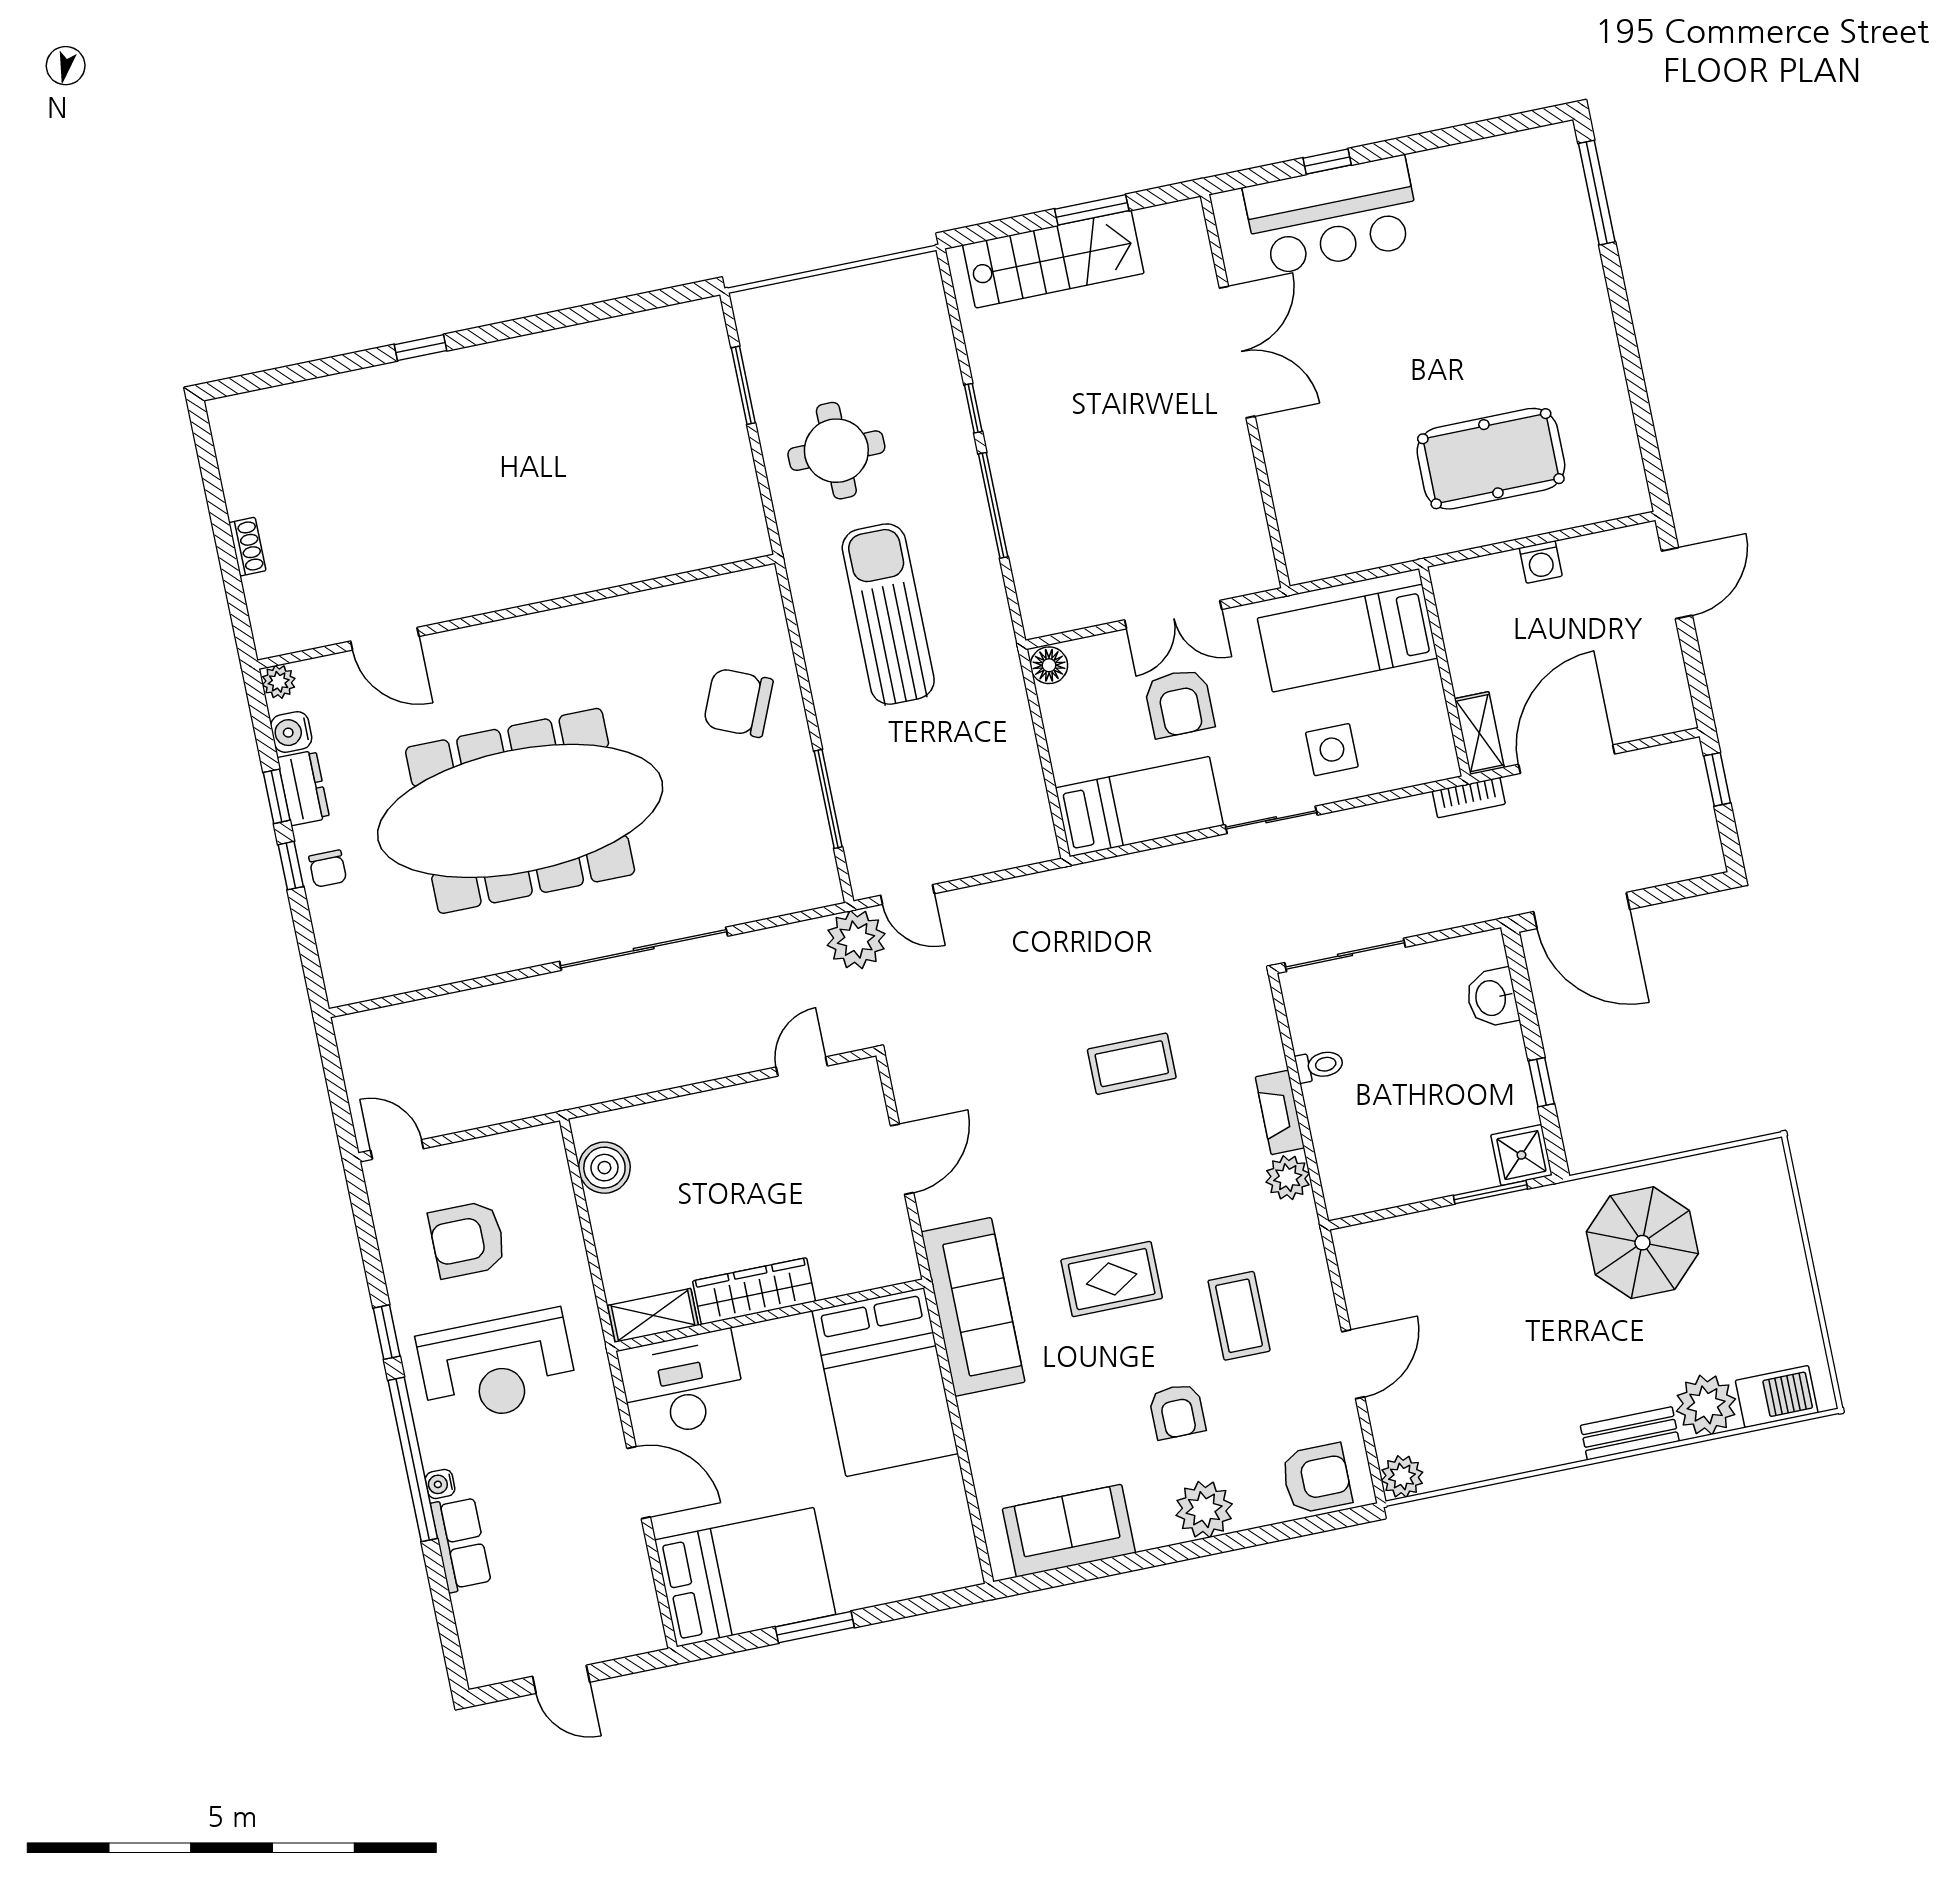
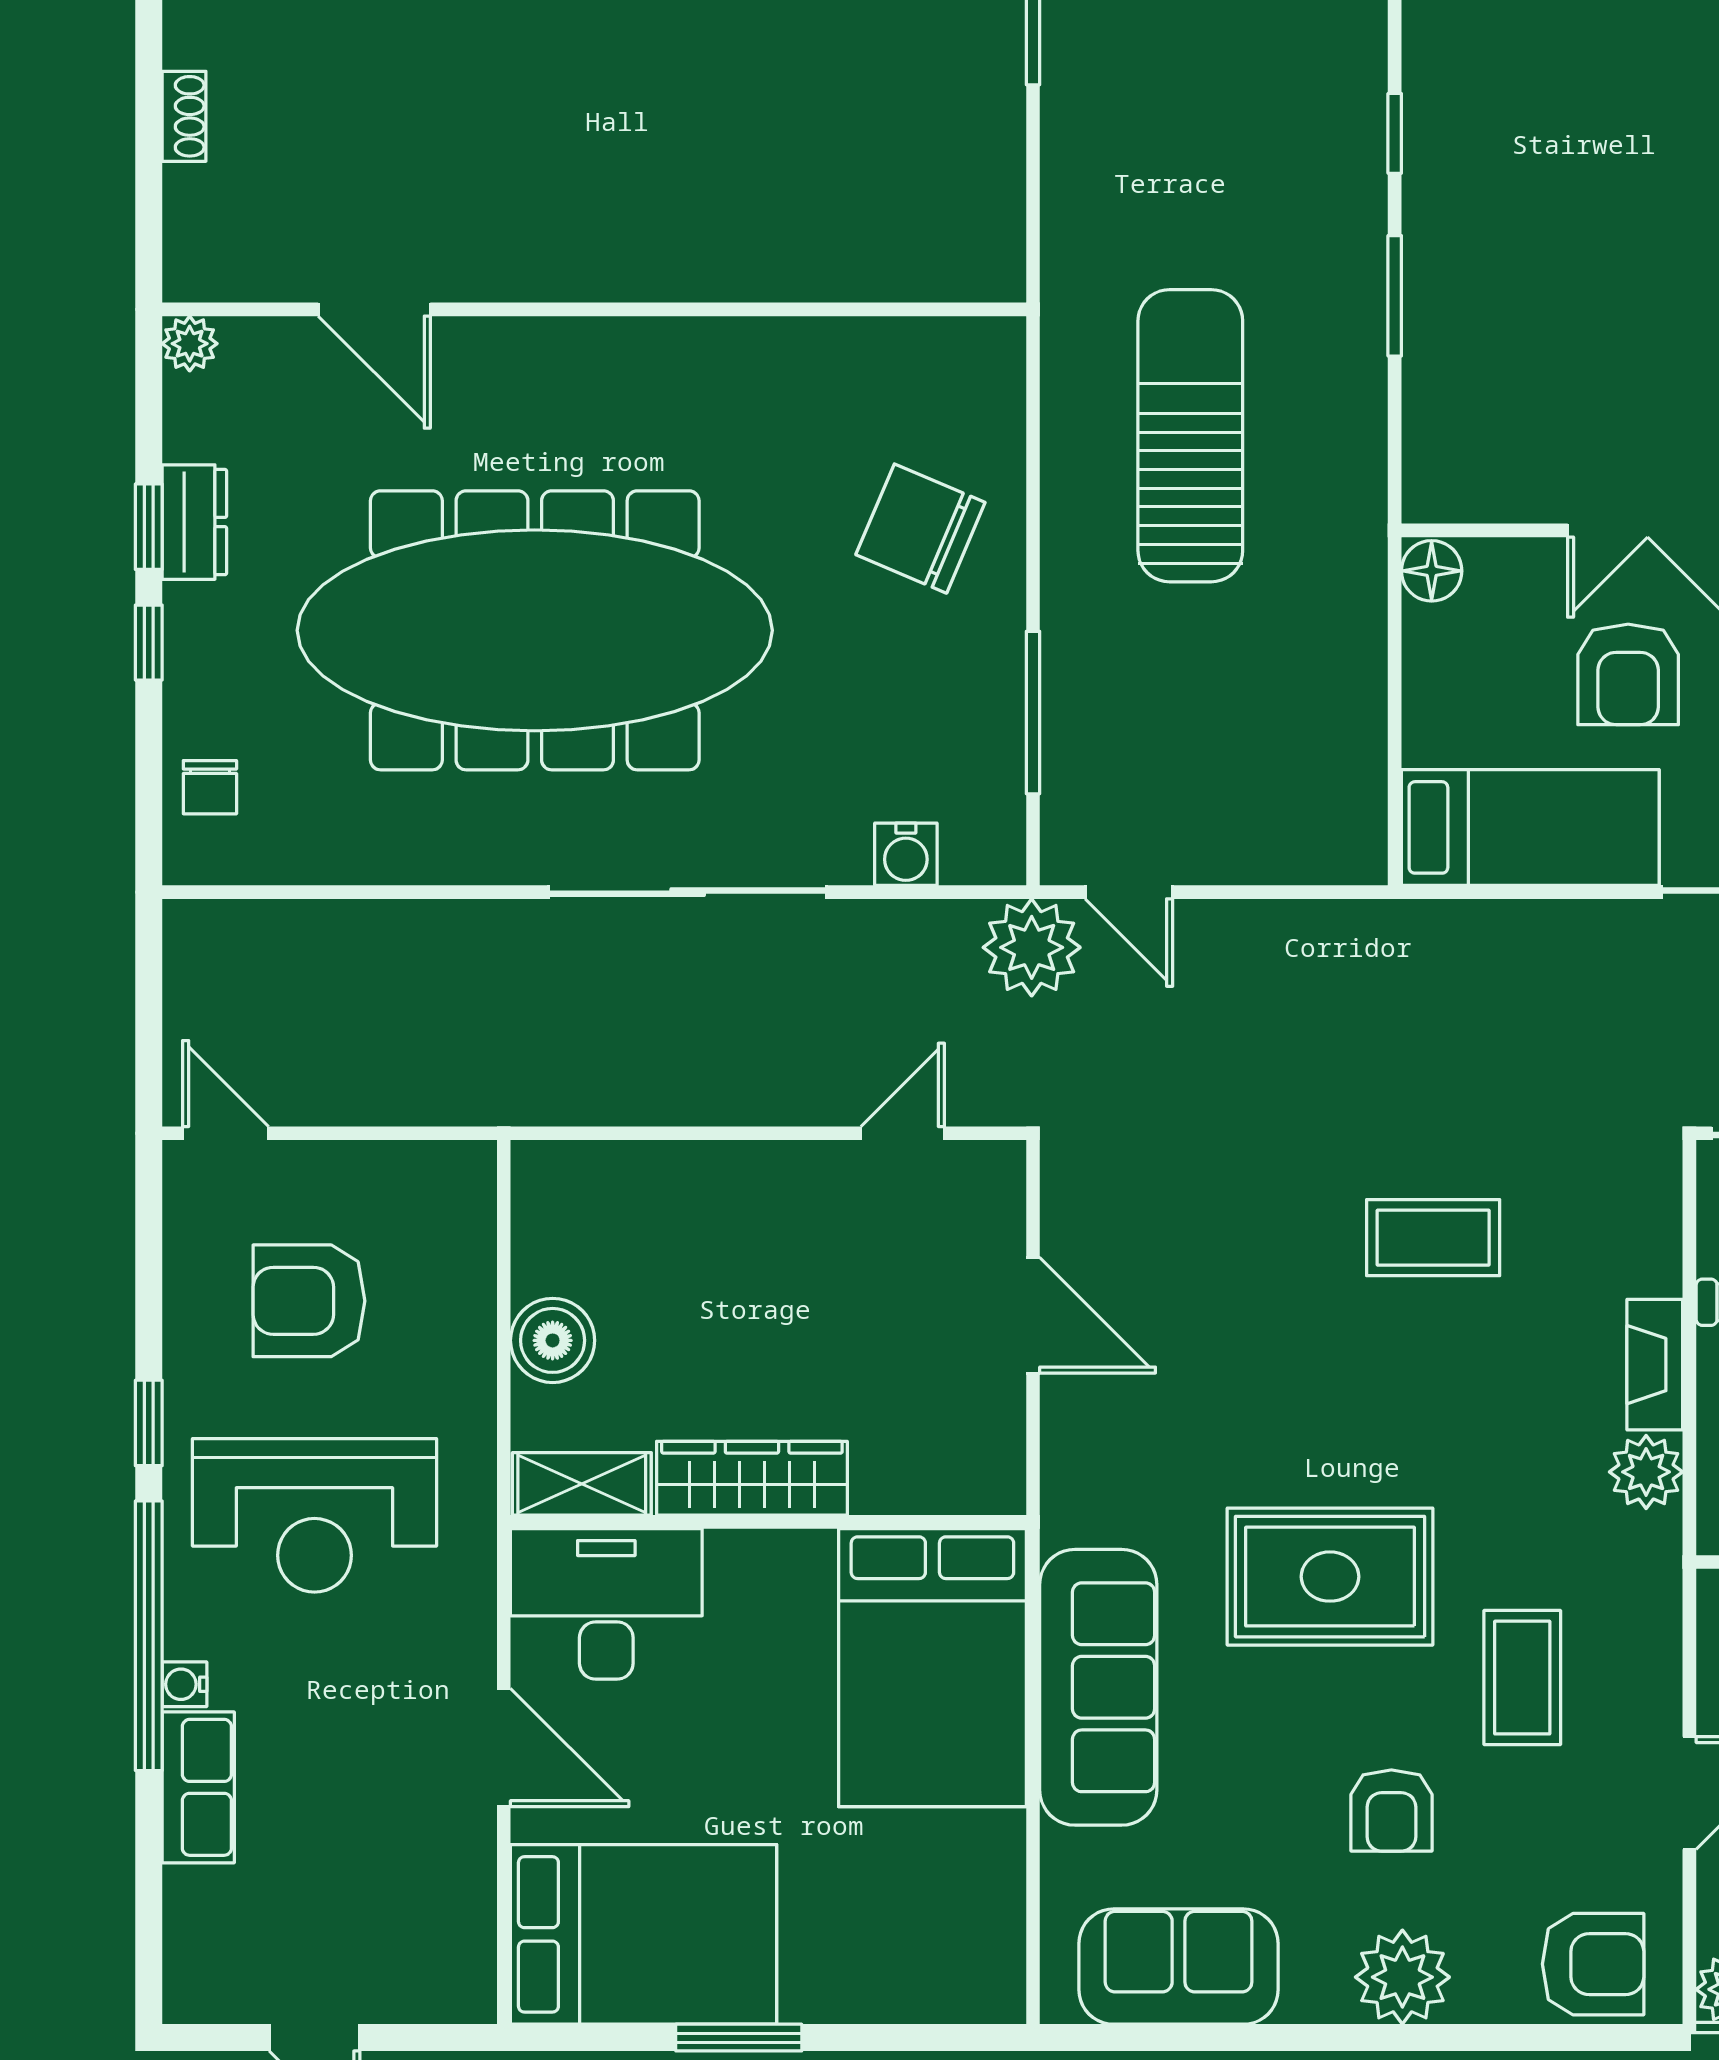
round table: (836, 451) -> (1161, 156), removed
window: (993, 505) -> (1395, 296), width x0.69
water cooler: (291, 732) -> (906, 854), moved, turned -90
chair: (328, 869) -> (210, 787), moved
door: (902, 1159) -> (1033, 1315), hinge flipped
boiler: (604, 1168) -> (553, 1340), moved
rug: (1112, 1279) -> (1330, 1577), width x1.36, depth x1.43
sofa: (973, 1307) -> (1098, 1687), moved

